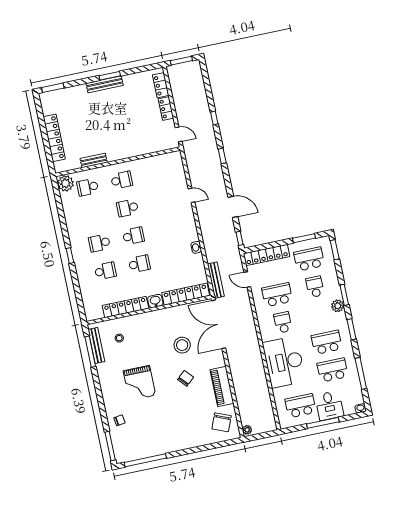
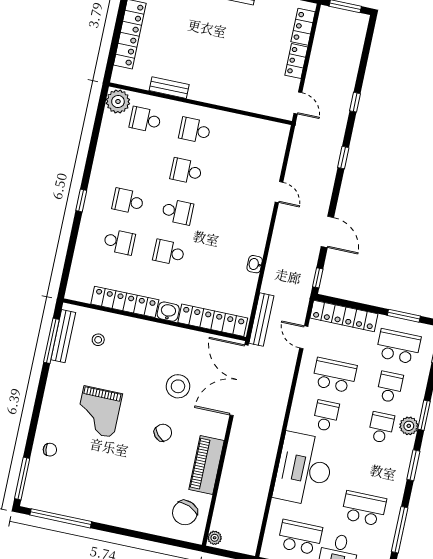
school desk: (122, 180) -> (195, 130), turned 180
school desk: (139, 264) -> (169, 252), turned 180
school desk: (327, 342) -> (381, 427), moved, width x0.54

